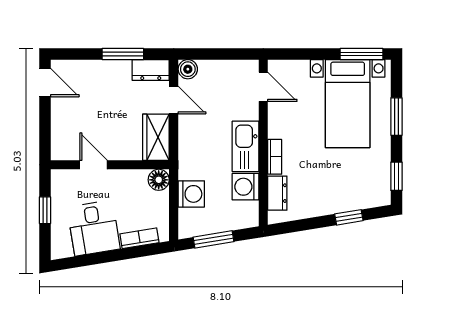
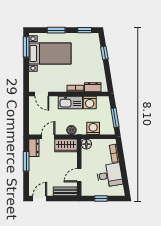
boiler: (188, 69) -> (71, 130), moved
door: (263, 87) -> (42, 94), swing flipped
bench: (60, 136) -> (65, 191), added

